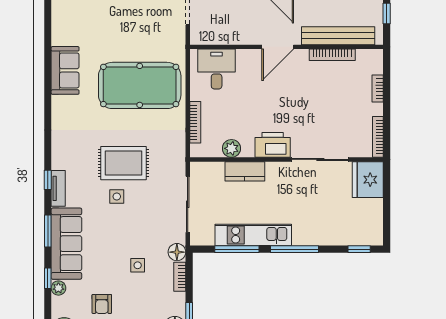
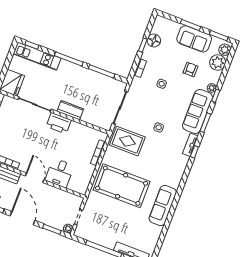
door: (278, 47) -> (35, 178), hinge flipped
desk: (217, 69) -> (60, 173), moved
sofa: (65, 70) -> (163, 205), width x1.36
plant: (231, 148) -> (83, 130), removed
rug: (124, 163) -> (127, 141), moved
kitchen counter: (245, 171) -> (70, 110), moved
kitchen unit: (253, 235) -> (37, 56), moved
floor lamp: (177, 252) -> (136, 83), removed

